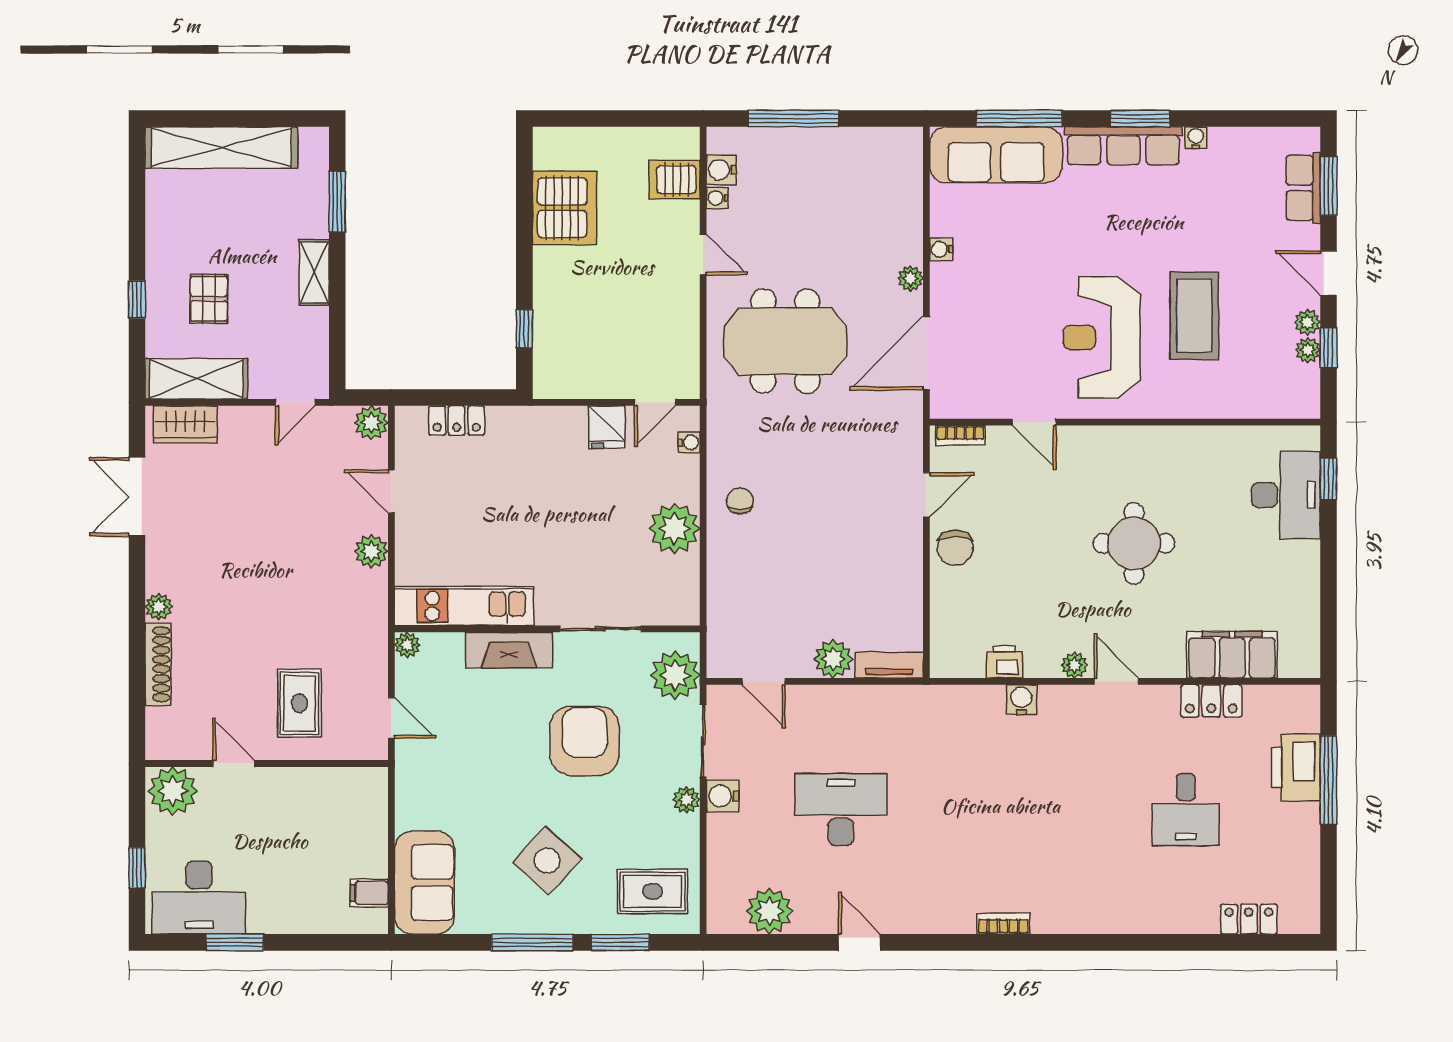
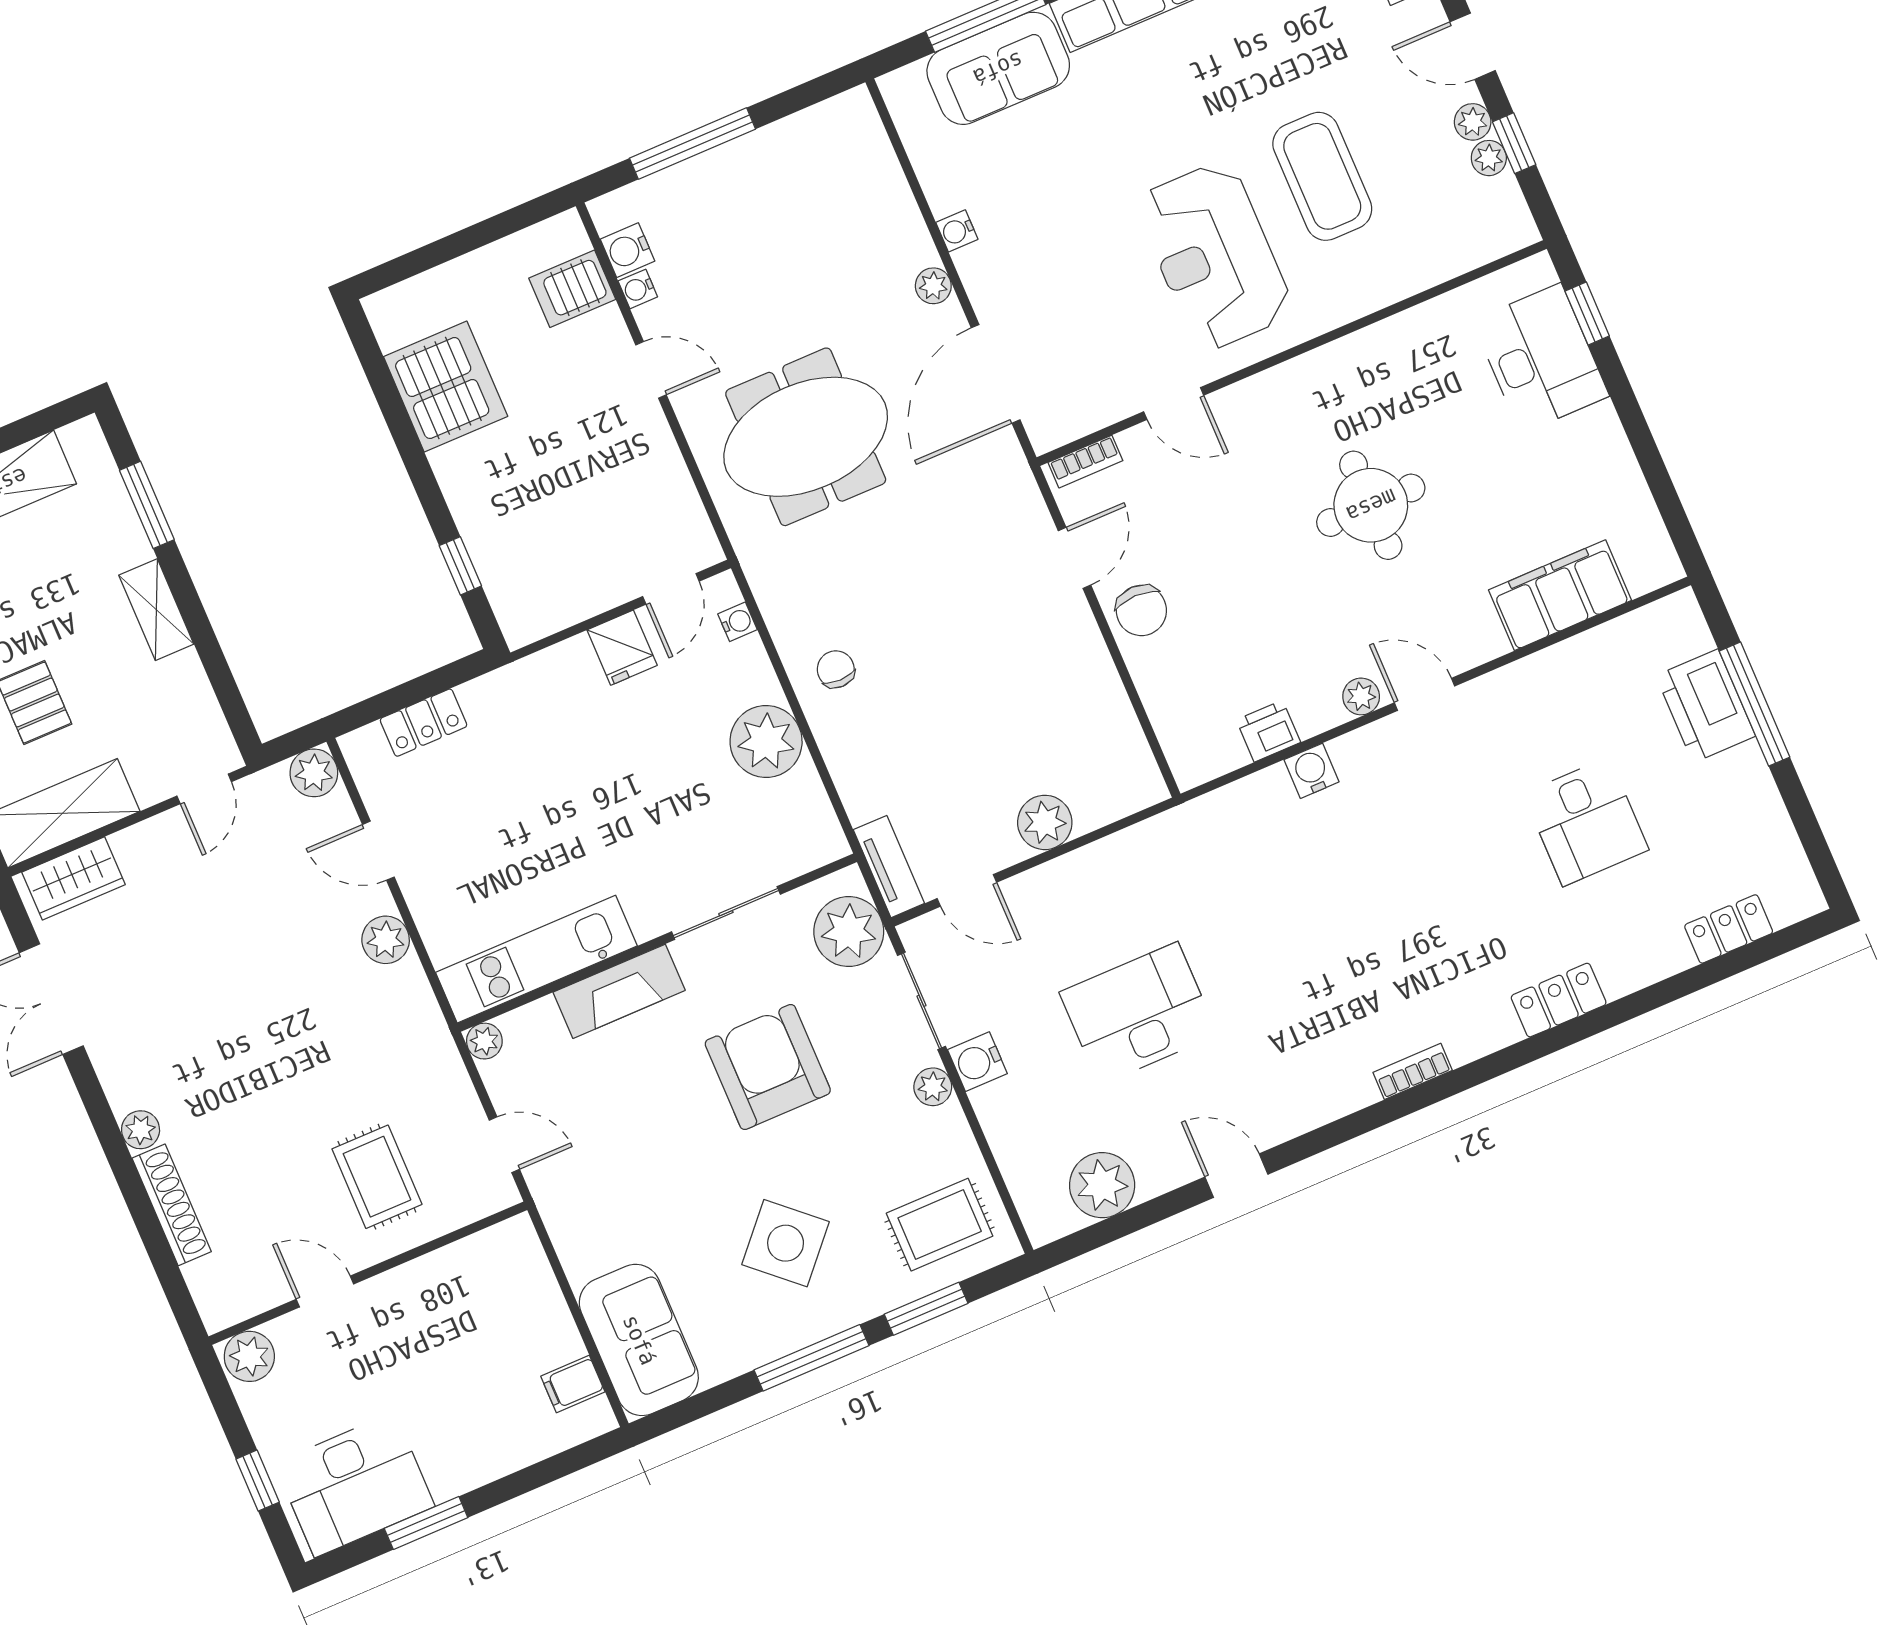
sofa: (996, 155) -> (998, 68), width x0.73
tv unit: (889, 665) -> (889, 867), moved, turned 90
locker: (1211, 701) -> (1559, 1000), moved, turned 180
plant: (173, 791) -> (249, 1356), width x0.73, depth x0.73

